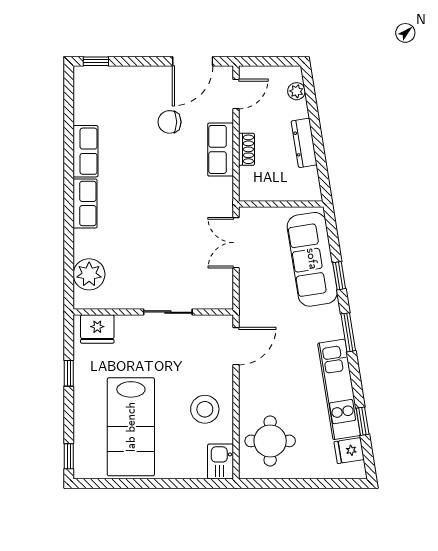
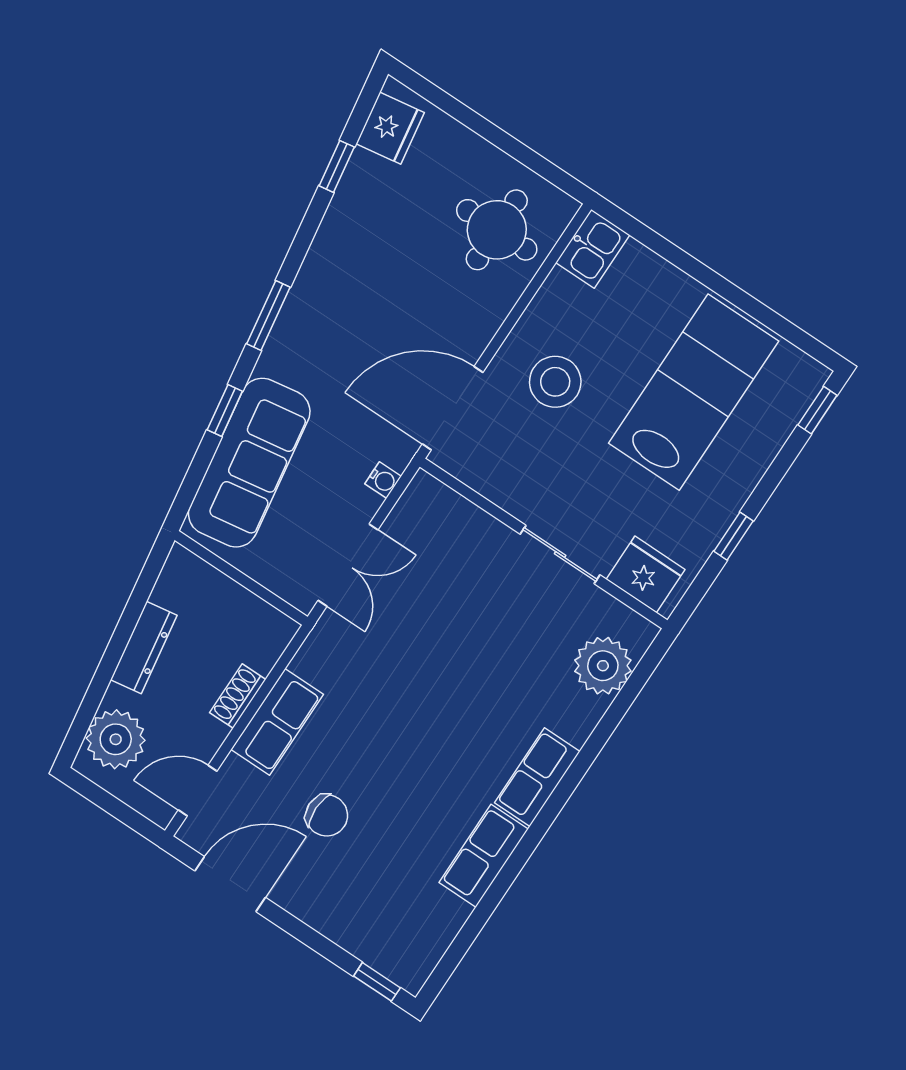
plant: (296, 91) -> (116, 739), width x1.88, depth x1.88
water cooler: (246, 292) -> (383, 480), added
sliding door: (168, 312) -> (560, 554), moved
door: (236, 346) -> (453, 408), width x1.36
kitchen unit: (339, 389) -> (340, 238), removed
stool: (205, 409) -> (555, 382), moved
fridge: (349, 451) -> (390, 128), width x1.38

